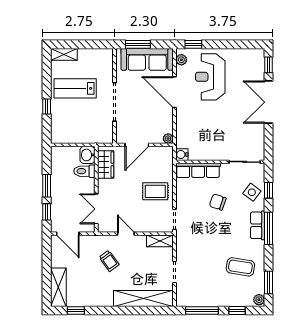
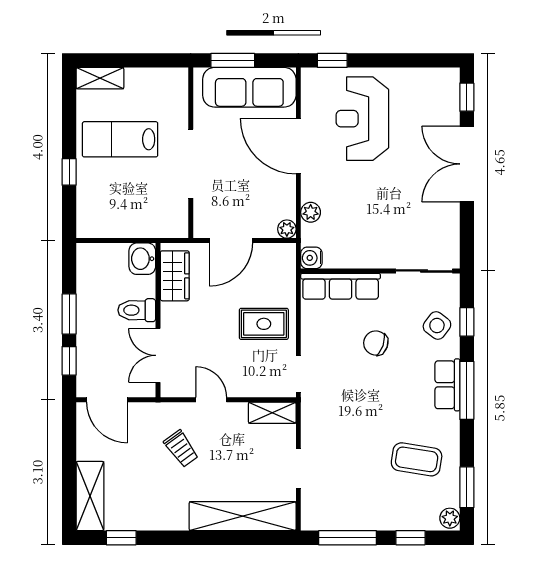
plant: (181, 60) -> (311, 212), moved
toilet: (84, 171) -> (137, 310), moved

